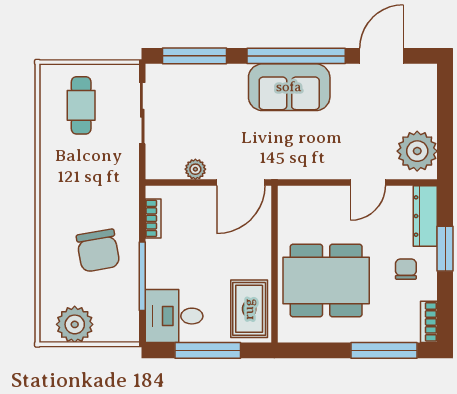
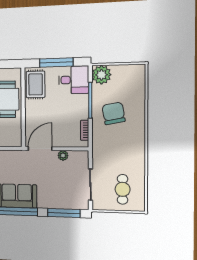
plant: (75, 324) -> (101, 75), moved

